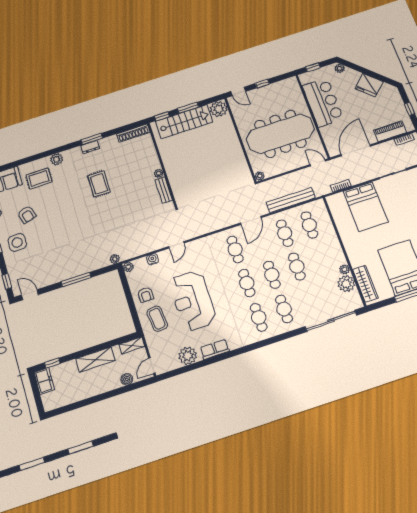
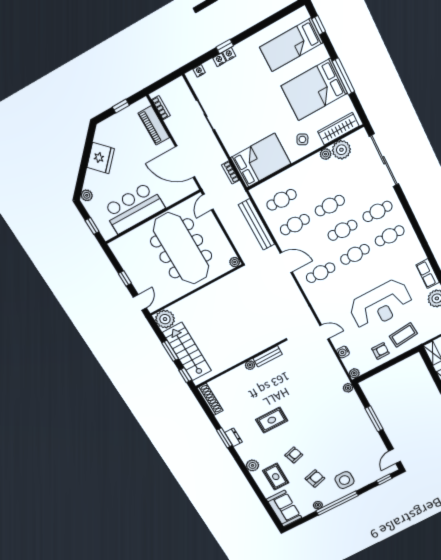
armchair: (57, 198) -> (294, 455), added
bed: (366, 207) -> (261, 161), moved
side table: (361, 251) -> (302, 139), added

